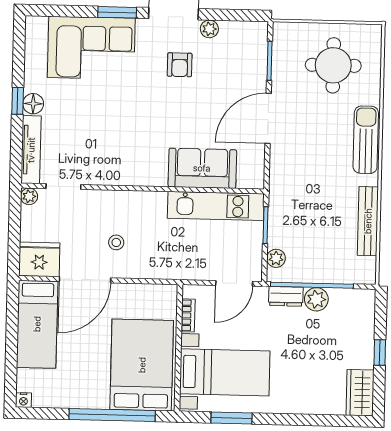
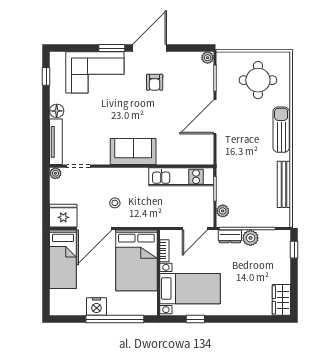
plant: (209, 29) -> (208, 58), moved
window: (18, 101) -> (46, 76), moved
sofa: (202, 168) -> (133, 152), moved
window: (380, 353) -> (294, 250), moved
bed: (142, 365) -> (136, 260), moved, turned 180
nightstand: (23, 400) -> (96, 307), moved, width x1.89, depth x1.79
window: (232, 418) -> (195, 319), width x0.67

